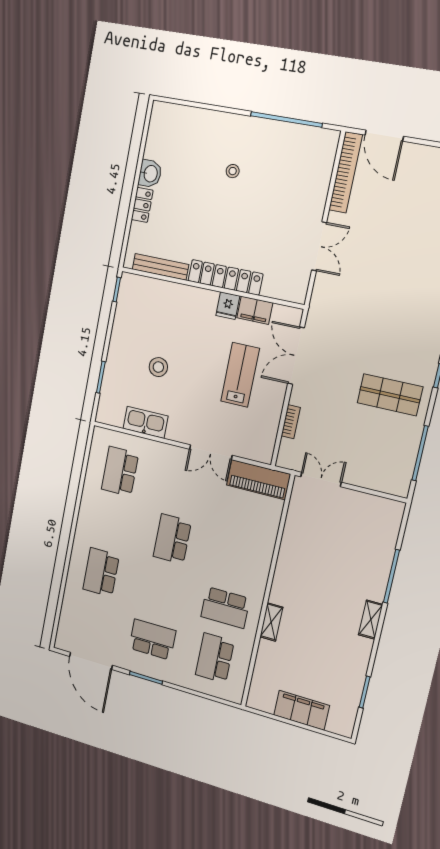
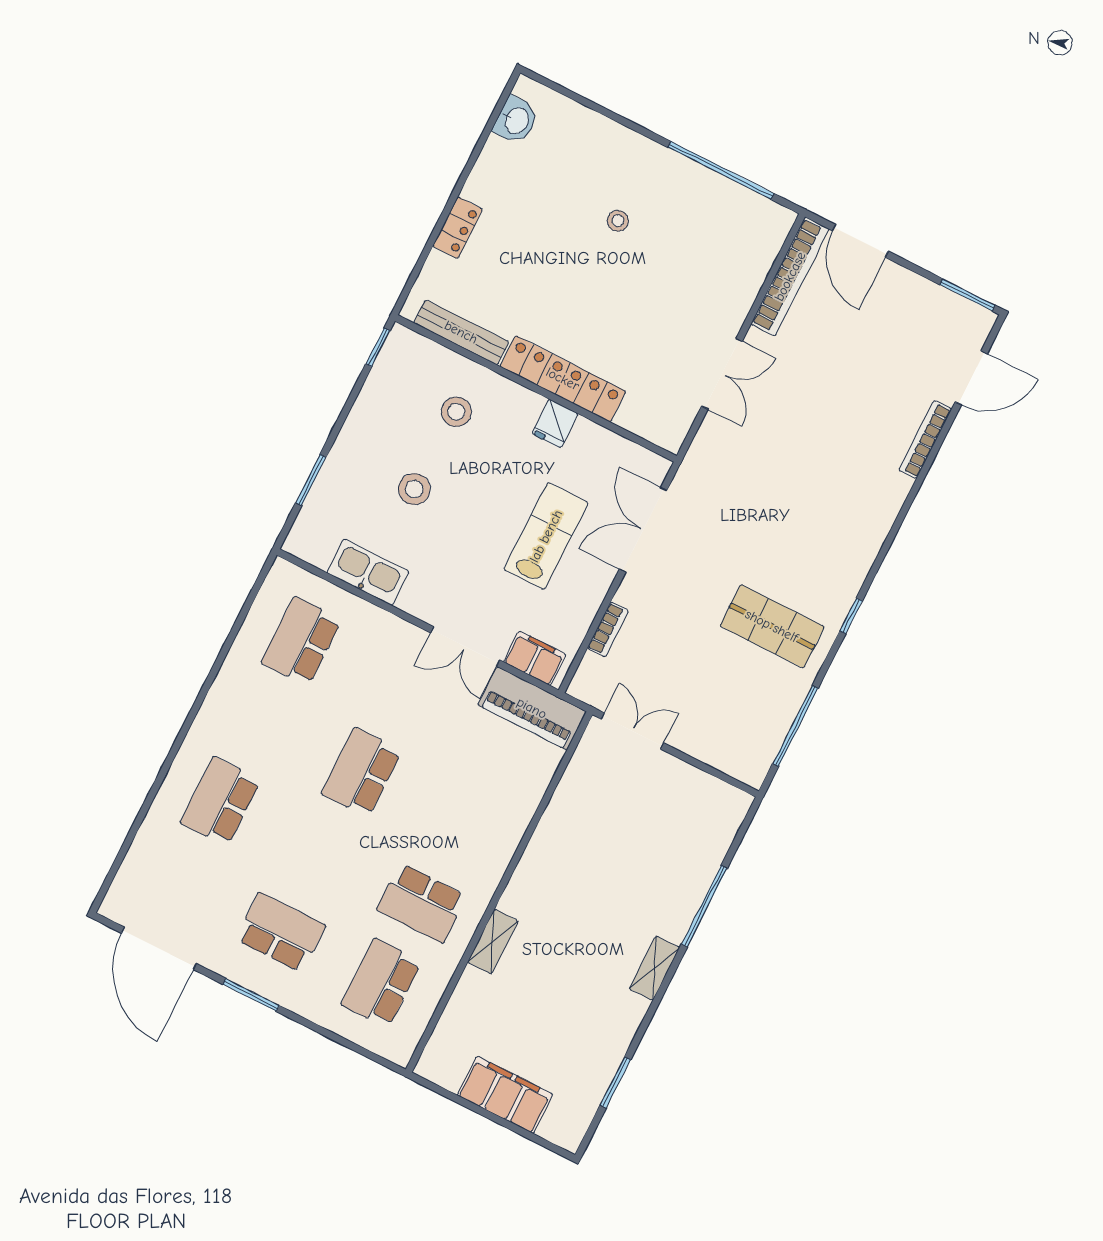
washbasin: (150, 174) -> (516, 120), moved
filing cabinet: (255, 310) -> (535, 658), moved, turned 180
stool: (170, 315) -> (456, 412), added

